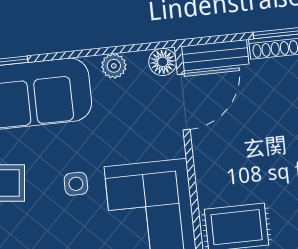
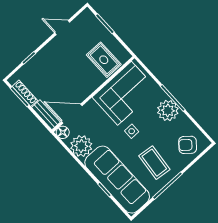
plant: (114, 66) -> (81, 146), width x1.87, depth x1.87

